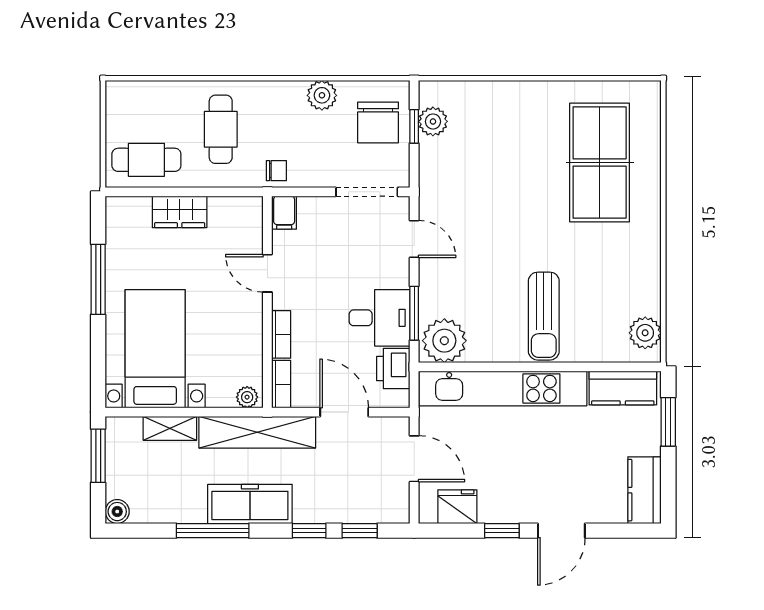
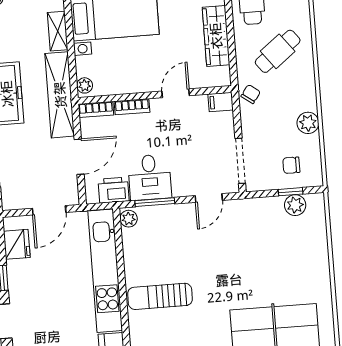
chair: (378, 122) -> (291, 165), width x0.54, depth x0.54
cafe table: (221, 129) -> (278, 51), turned -38
chair: (276, 171) -> (251, 94), turned -144
wardrobe: (180, 212) -> (216, 36), width x1.50
plant: (444, 341) -> (129, 219), width x0.53, depth x0.53

